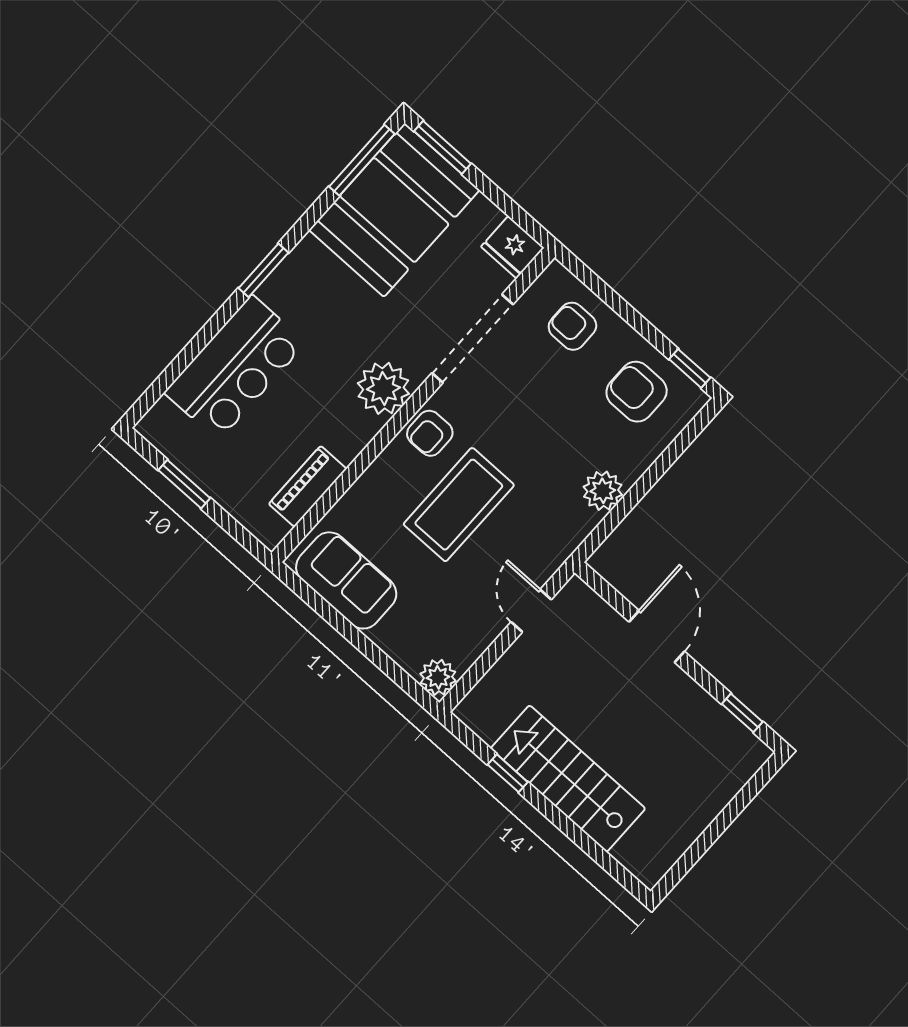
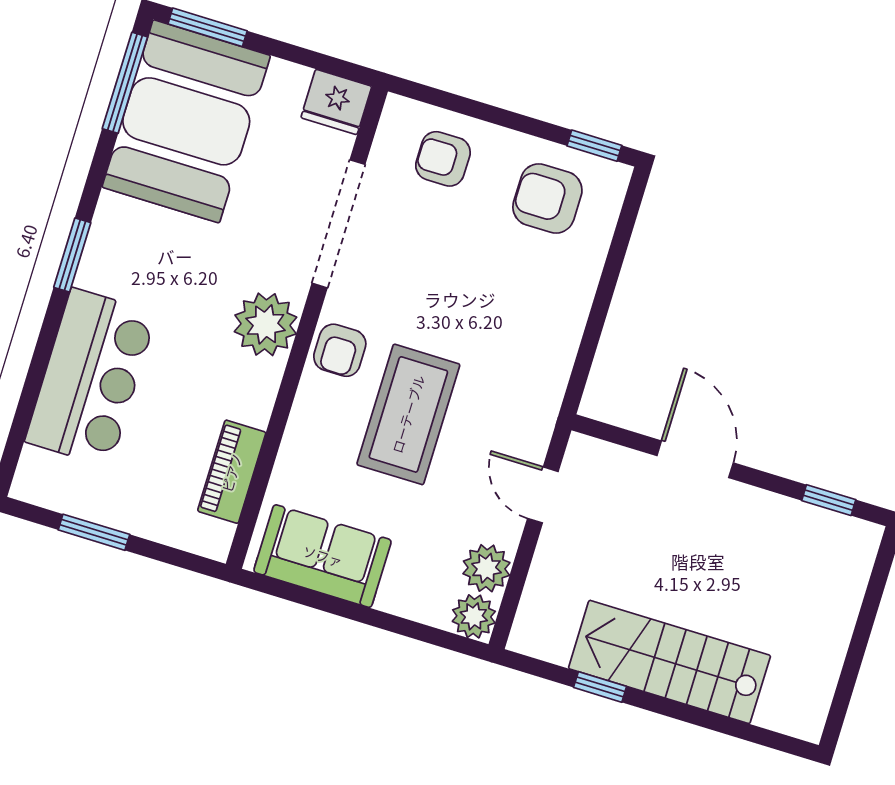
plant: (603, 491) -> (486, 568), moved

